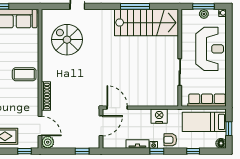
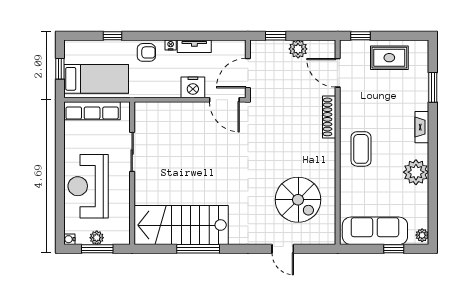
coffee table: (24, 74) -> (361, 149), turned 90
nightstand: (159, 116) -> (193, 87), moved
plant: (48, 142) -> (298, 49), moved
floor lamp: (221, 143) -> (71, 47), removed
window: (157, 151) -> (166, 36), removed

